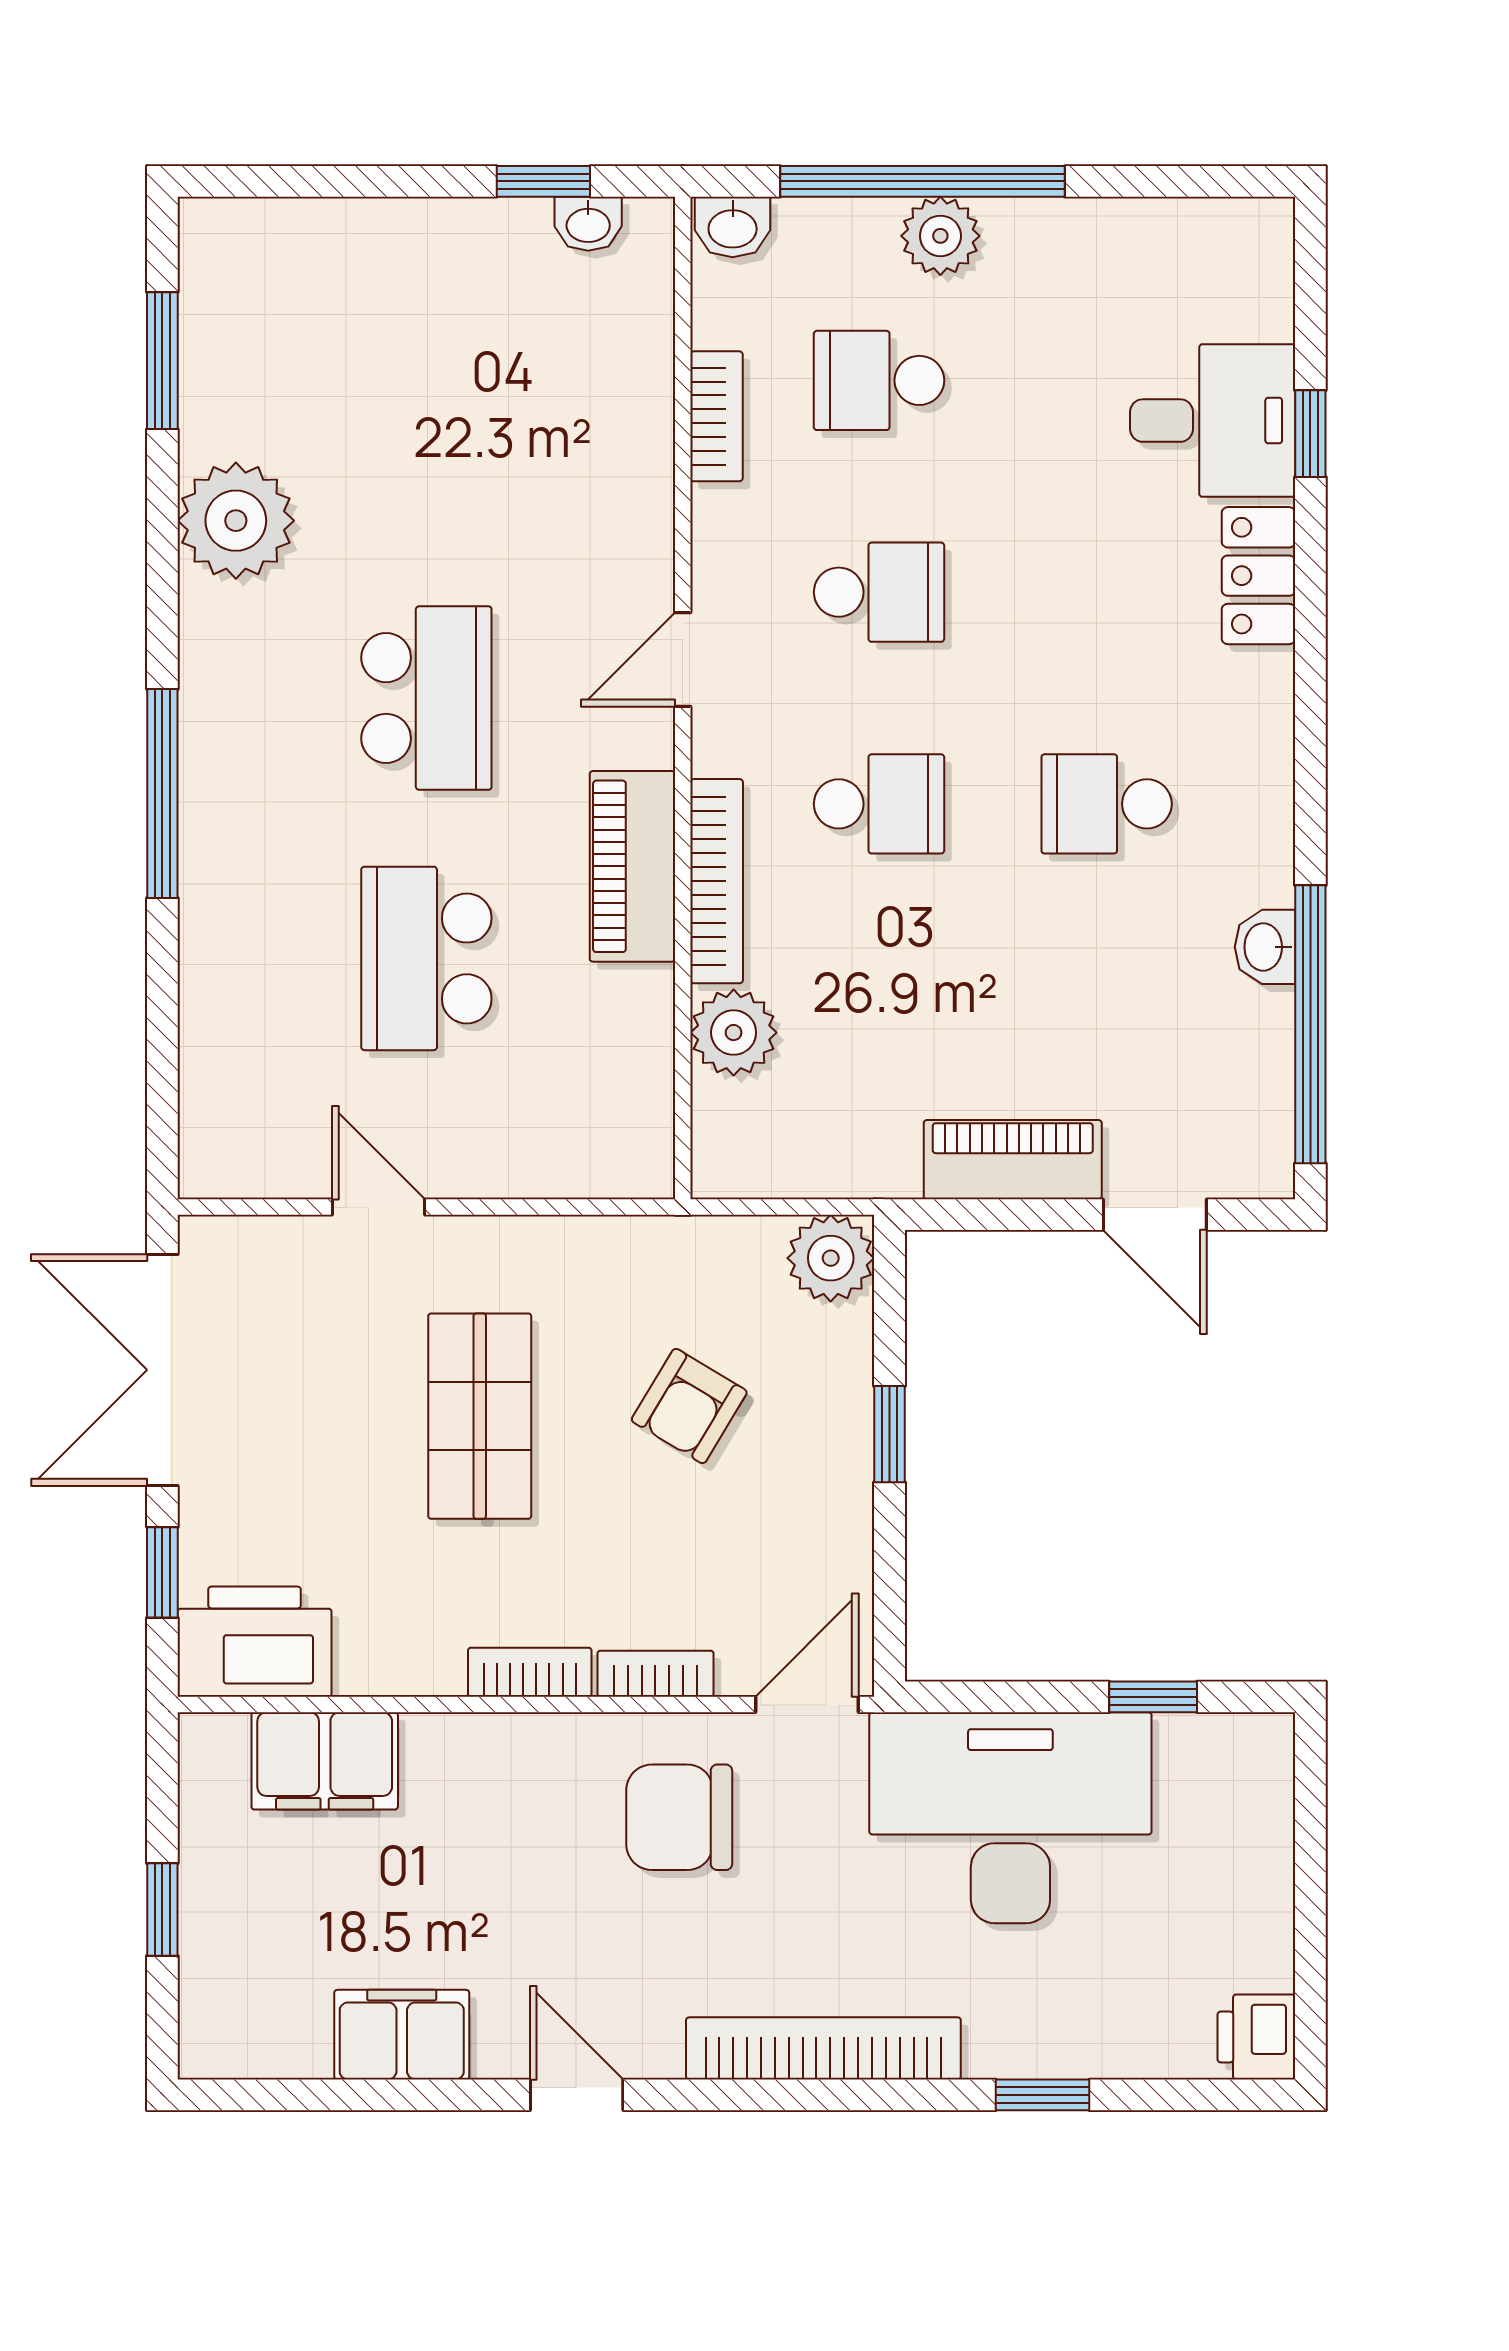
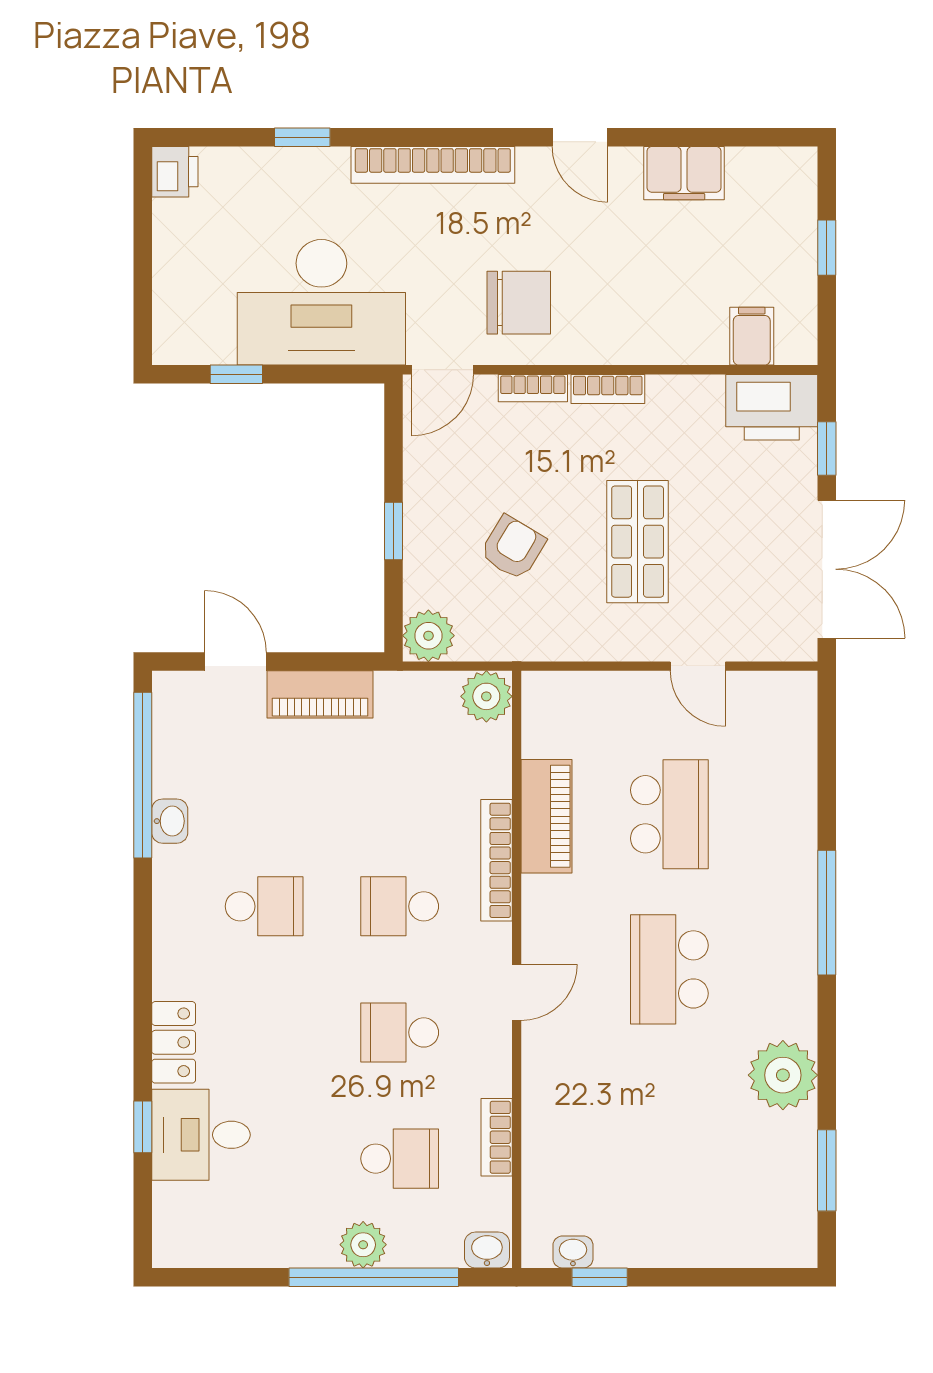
piano: (632, 866) -> (547, 816), moved
plant: (734, 1033) -> (486, 696), moved
filing cabinet: (325, 1761) -> (752, 336), width x0.50

